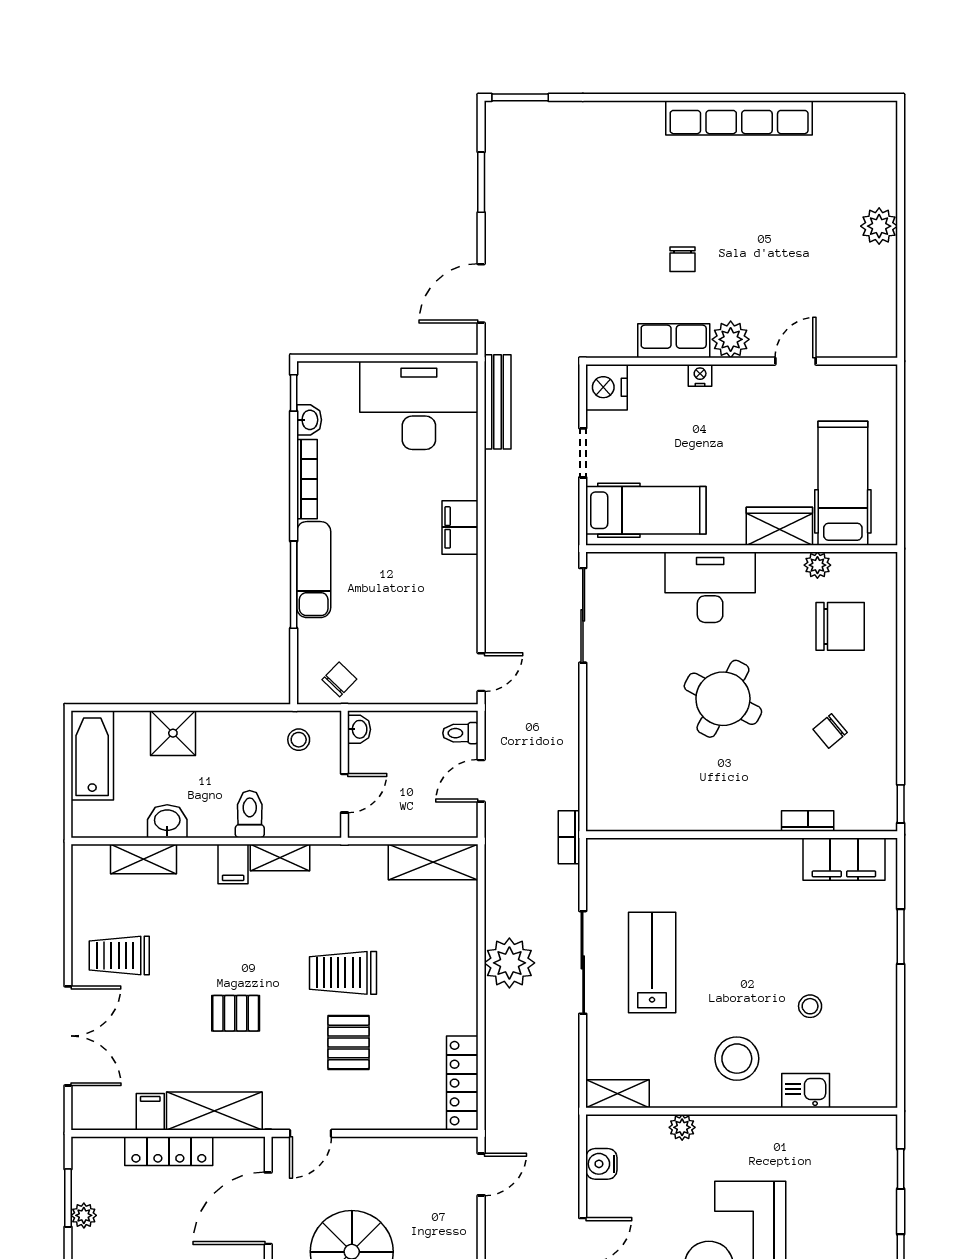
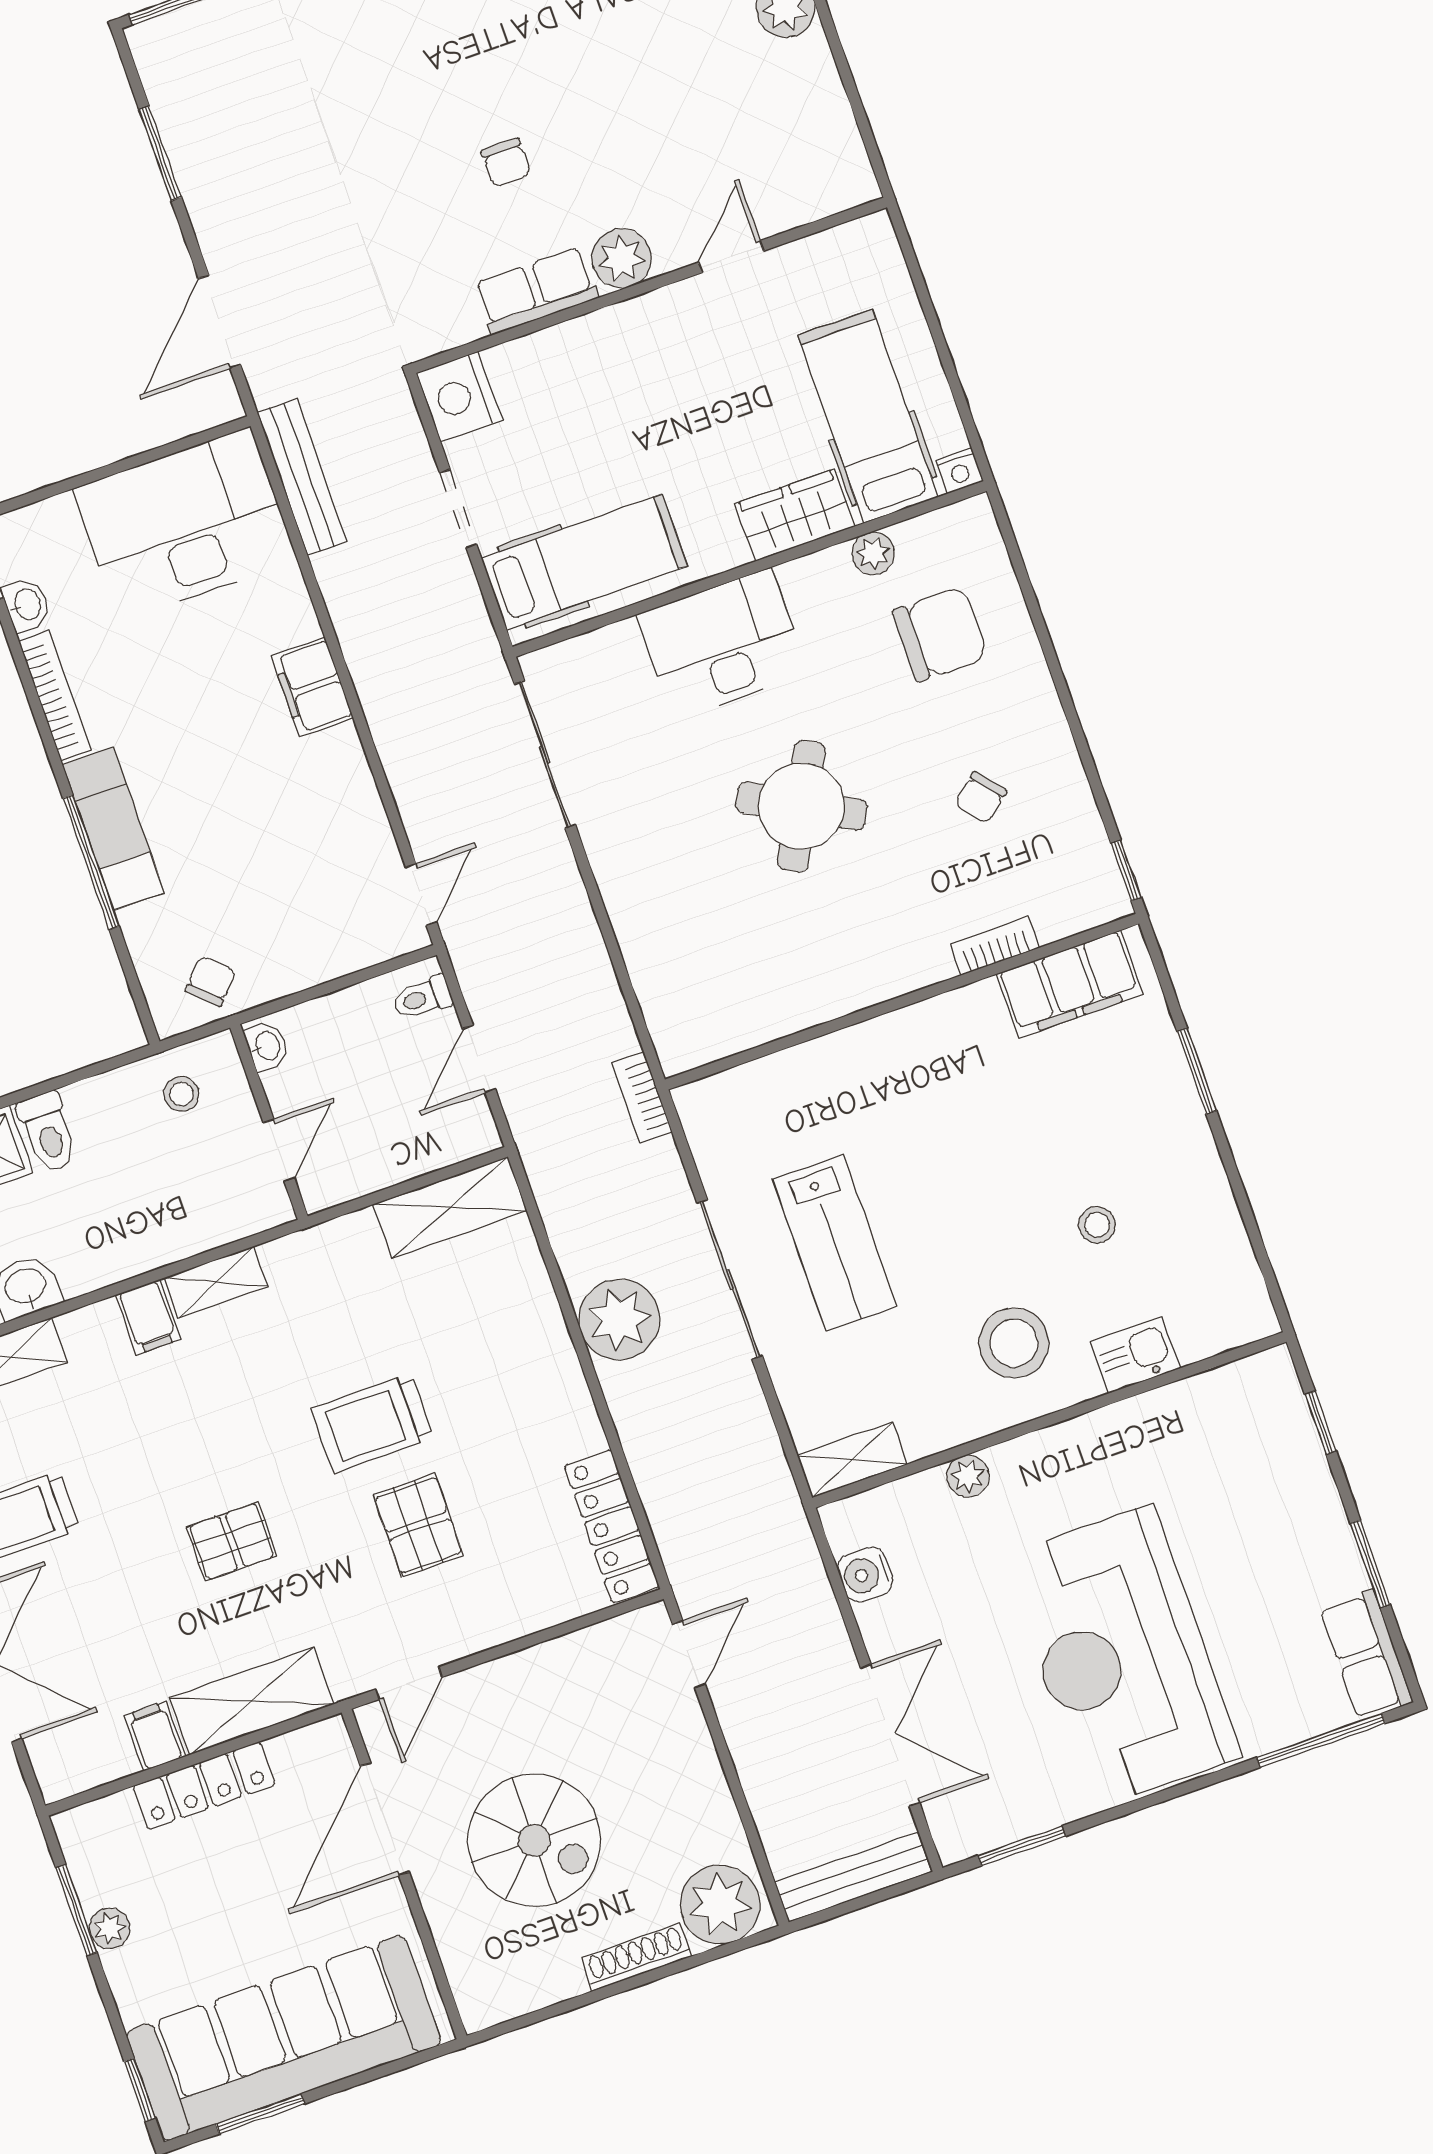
nightstand: (700, 375) -> (959, 471), moved, turned 180
toilet: (250, 814) -> (48, 1132), moved, turned 180
lab bench: (652, 962) -> (835, 1243), turned 180

